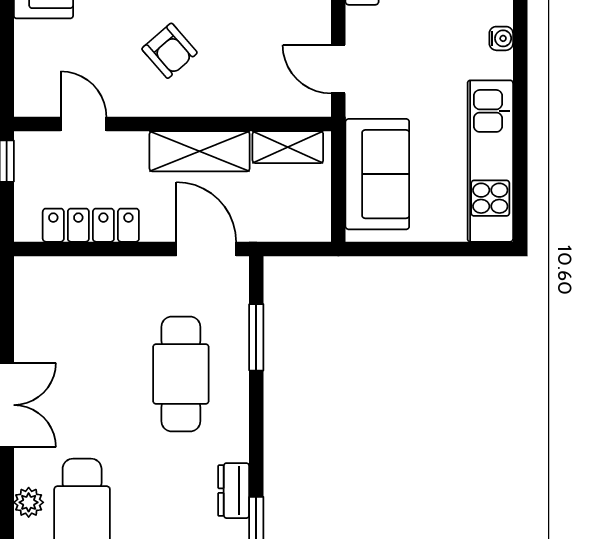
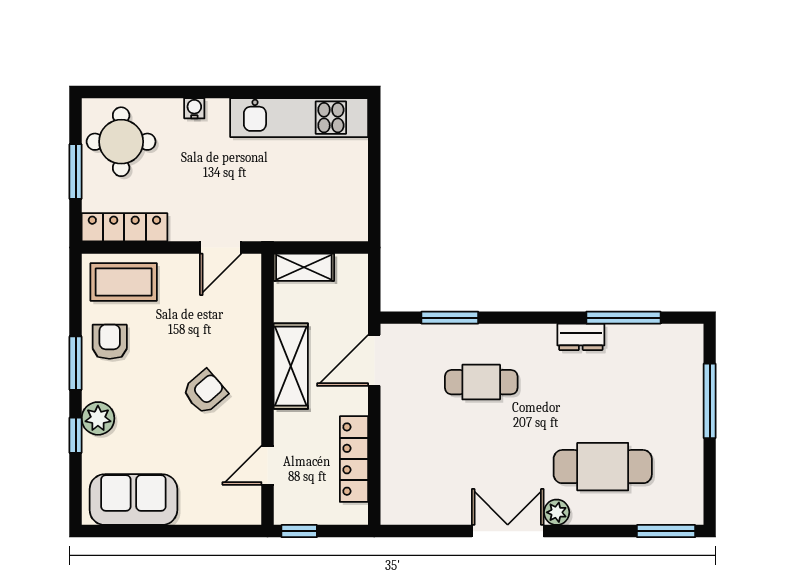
shelving: (288, 147) -> (304, 267), moved, turned 90
sofa: (377, 174) -> (310, 214), removed
cafe table: (181, 374) -> (481, 382), width x0.73, depth x0.74
plant: (29, 502) -> (557, 512), moved

